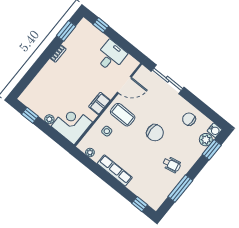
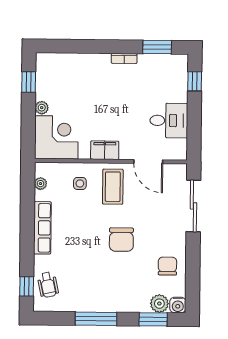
wheelchair: (172, 165) -> (48, 285), moved
window: (180, 188) -> (96, 319), moved

